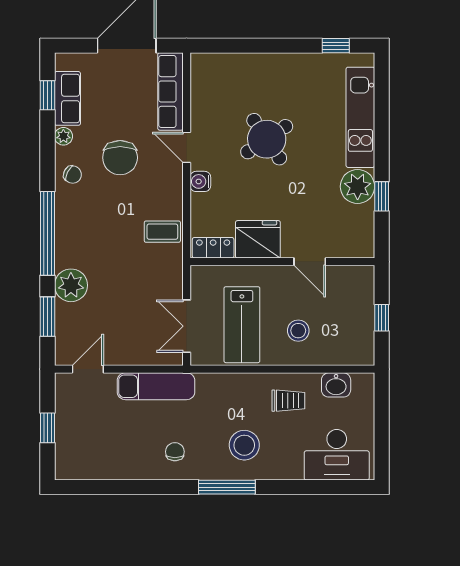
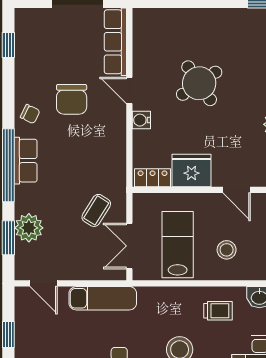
row of seats: (67, 98) -> (26, 161), moved
plant: (63, 136) -> (22, 81), removed
coffee table: (162, 232) -> (96, 210), moved, turned -58
plant: (71, 285) -> (29, 228), moved
lab bench: (242, 325) -> (178, 245), turned 180
door: (88, 369) -> (44, 283), swing flipped

